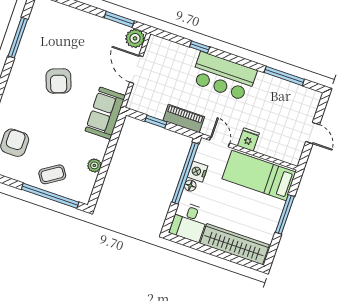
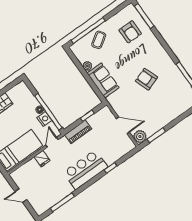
sofa: (105, 113) -> (103, 80), moved
door: (220, 142) -> (52, 142), swing flipped
desk: (189, 222) -> (21, 95), removed

